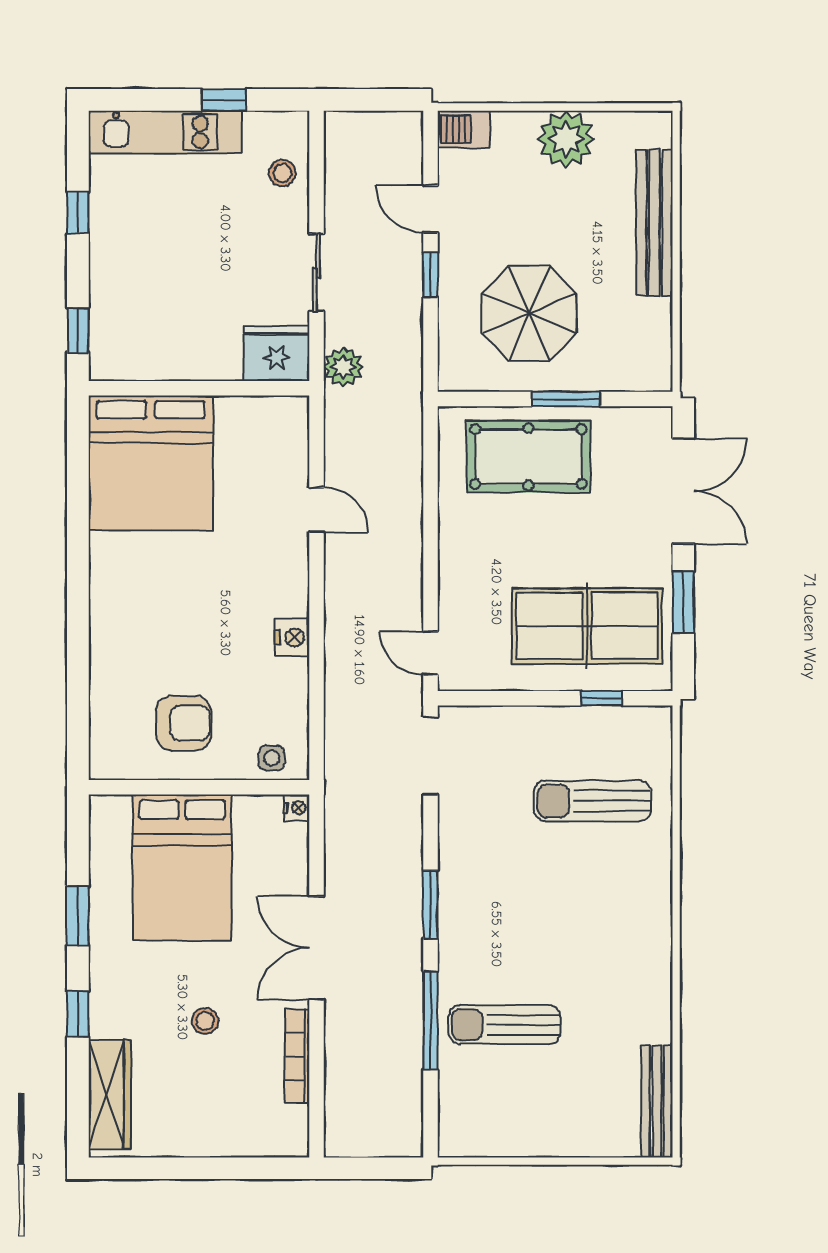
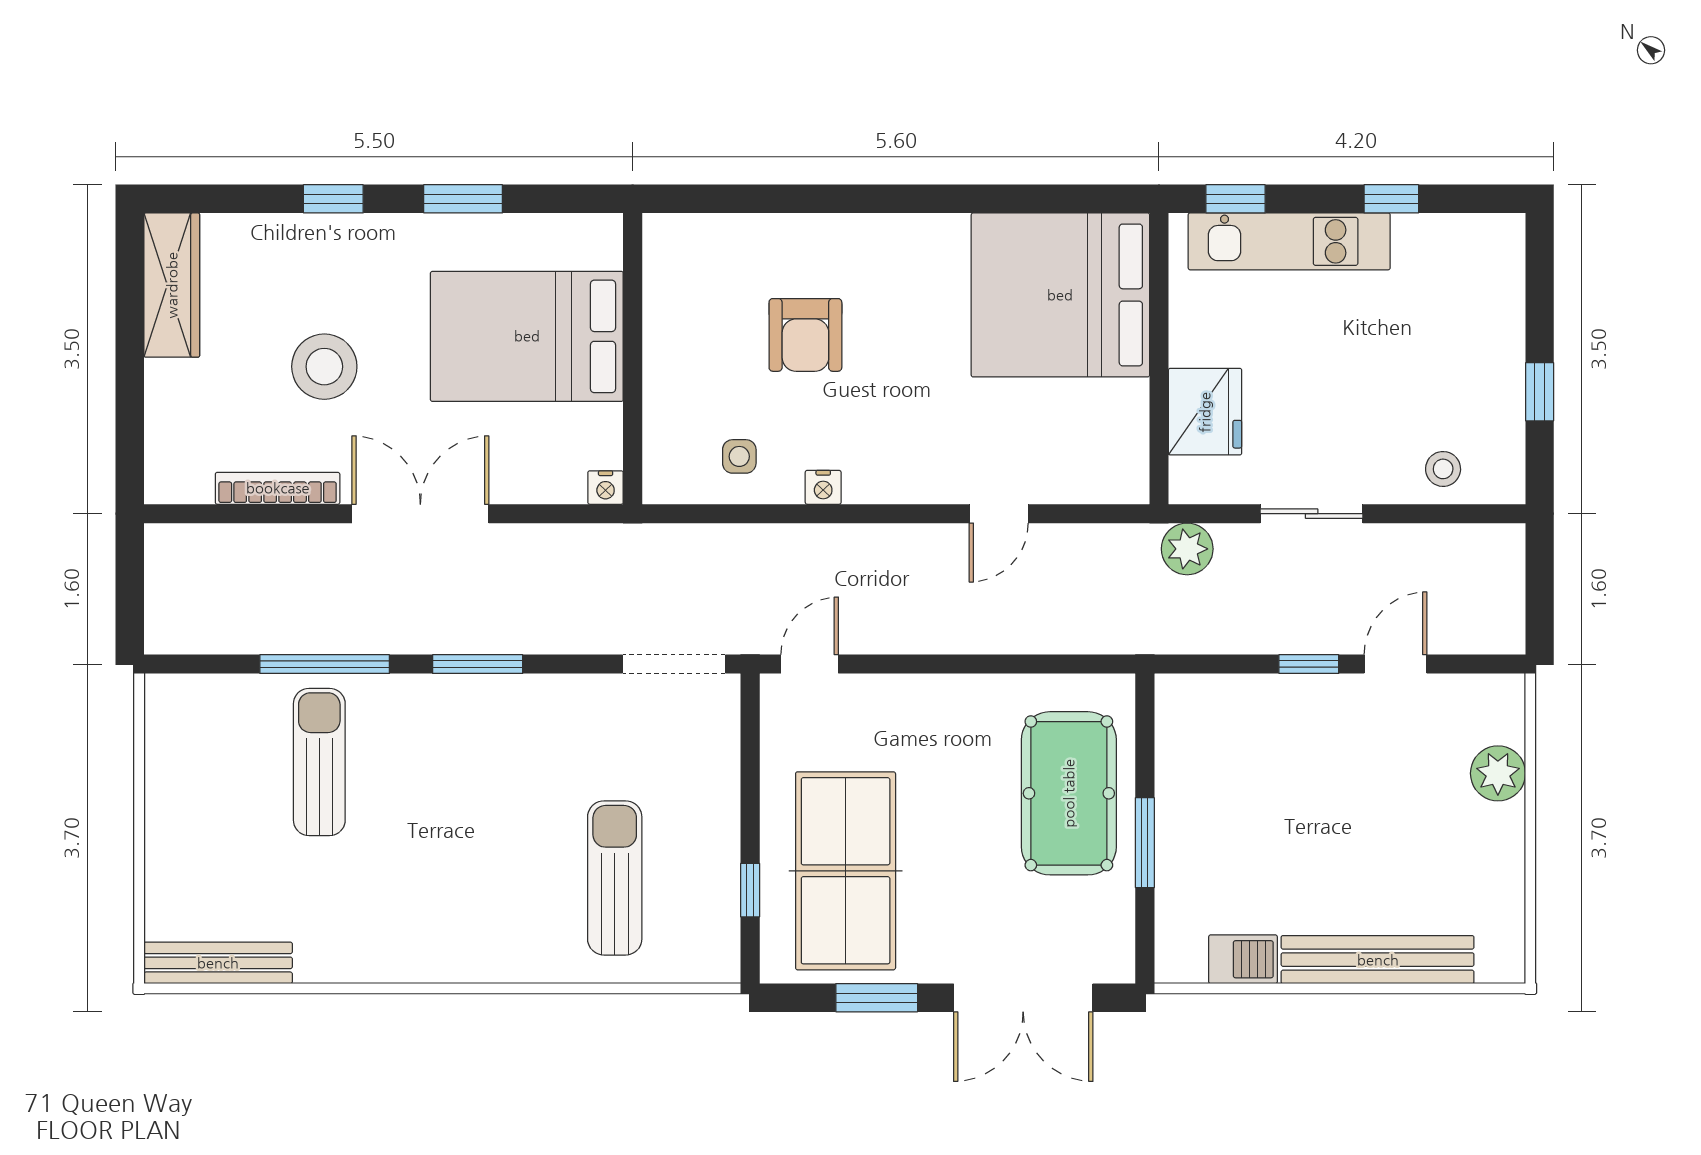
barbecue: (464, 129) -> (1243, 959), moved, turned 90
kitchen unit: (165, 132) -> (1289, 241), moved, turned -90
plant: (566, 139) -> (1498, 773), moved, width x0.73, depth x0.73
parasol: (529, 313) -> (1258, 794), removed
fridge: (277, 353) -> (1205, 412), moved
nightstand: (292, 638) -> (823, 487), width x0.72, depth x0.74
armchair: (183, 723) -> (805, 335), moved
side table: (272, 758) -> (739, 456), moved
stool: (205, 1021) -> (324, 367), width x1.89, depth x1.89
wardrobe: (110, 1094) -> (172, 285), moved, turned -90

